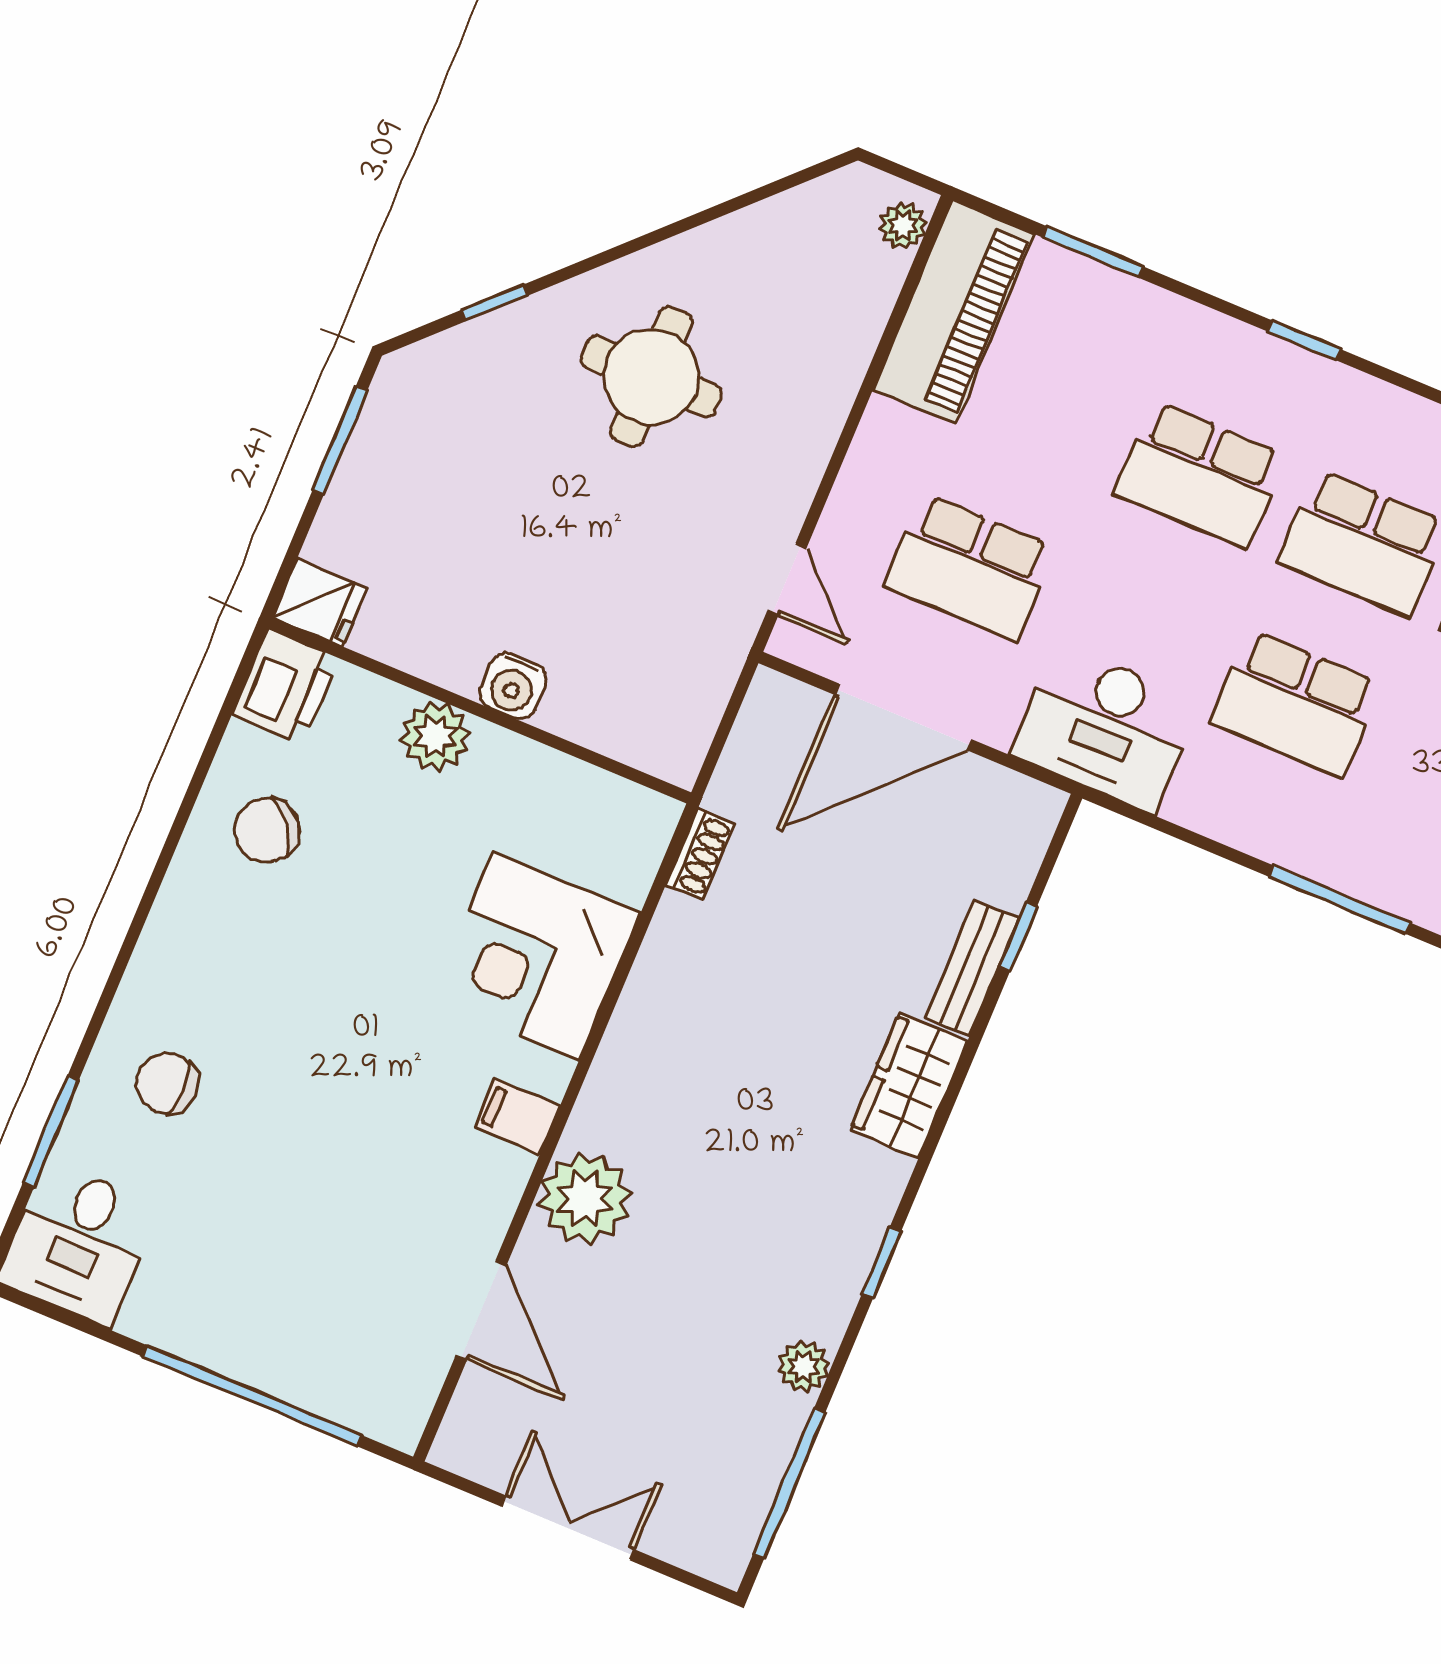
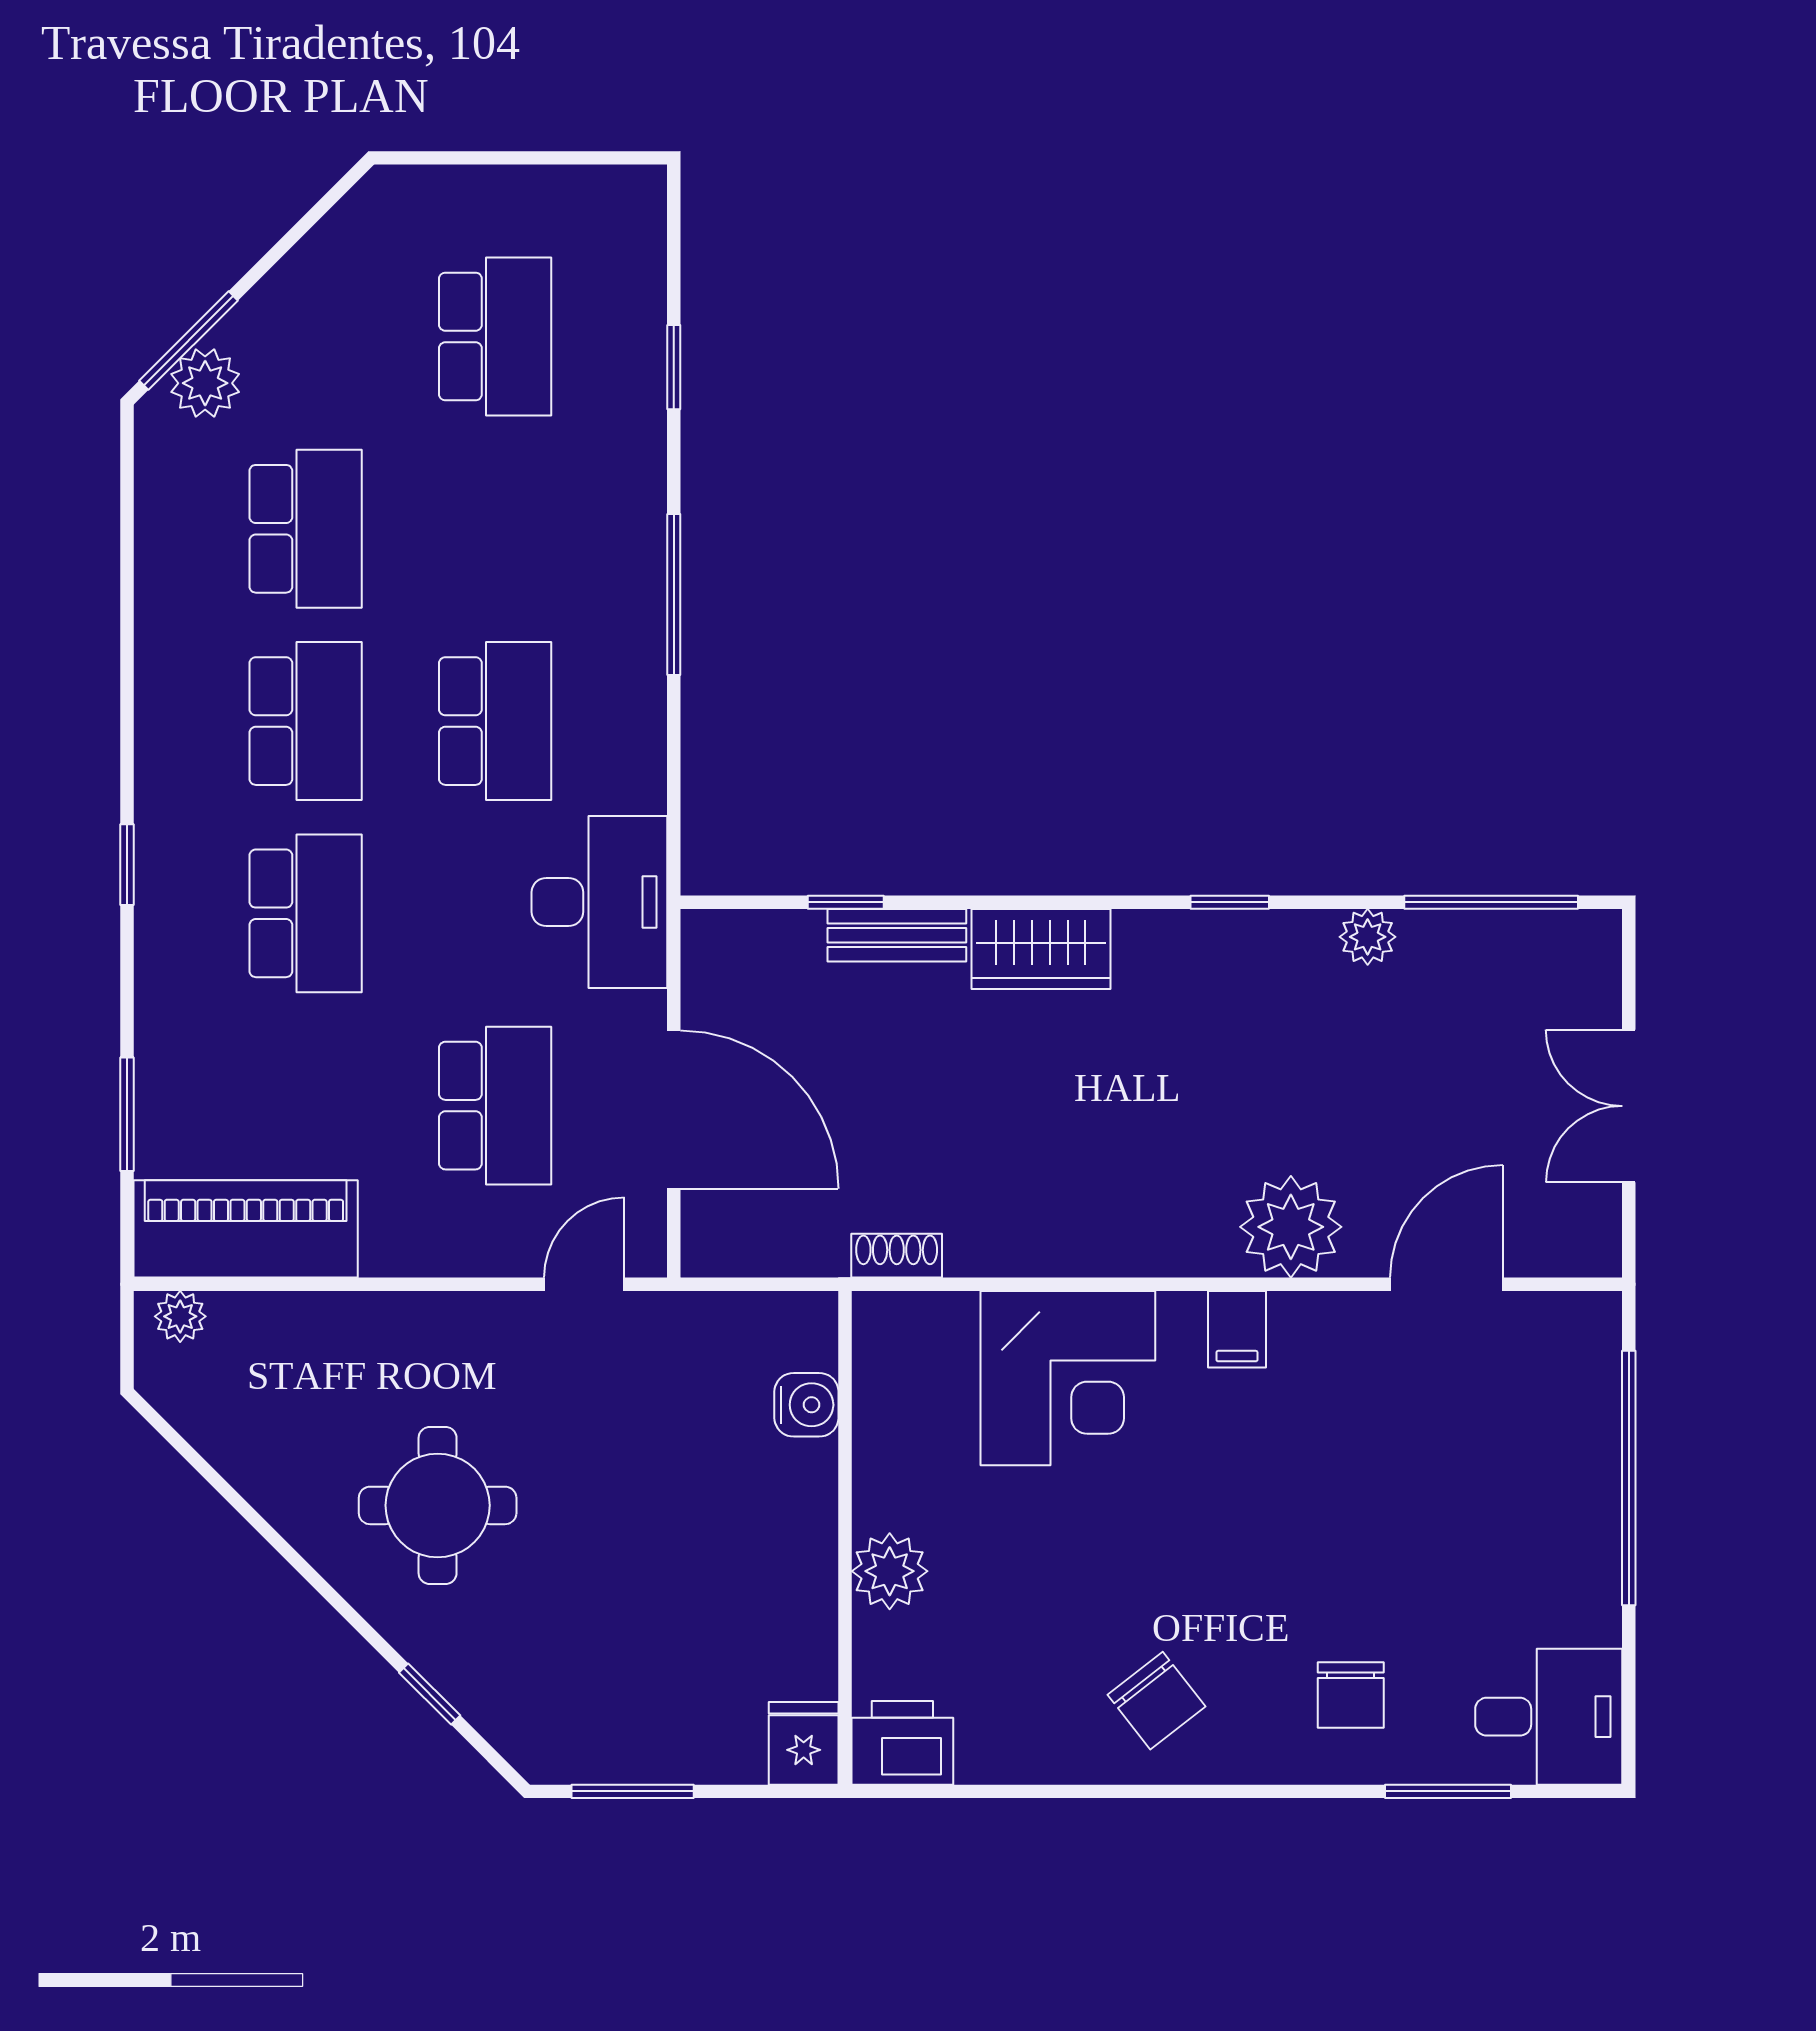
water cooler: (513, 686) -> (806, 1405), moved
chair: (267, 830) -> (1156, 1701), moved

